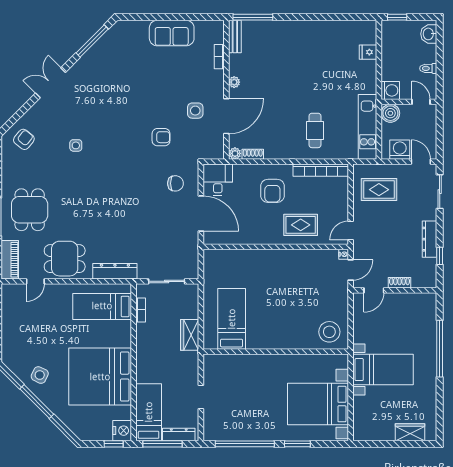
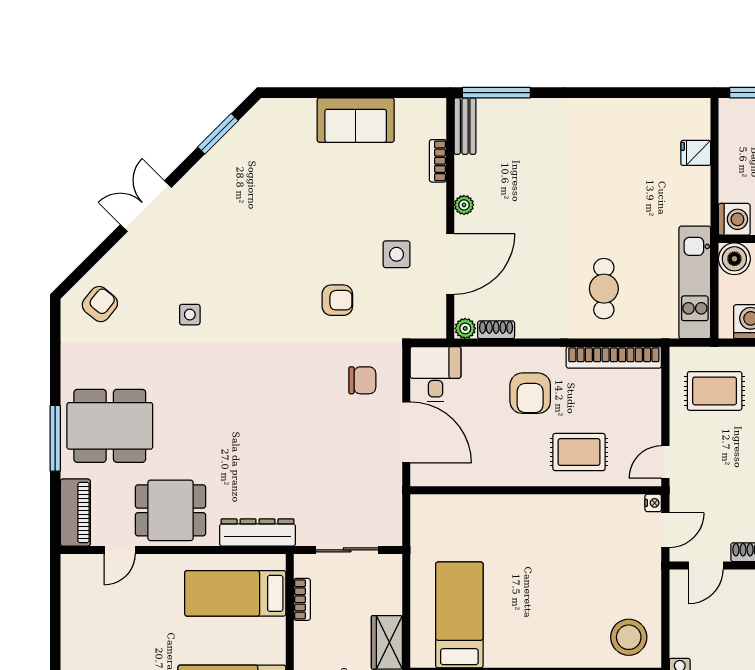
window: (92, 41) -> (218, 134), width x0.69
dining table: (30, 210) -> (110, 426), width x1.38

